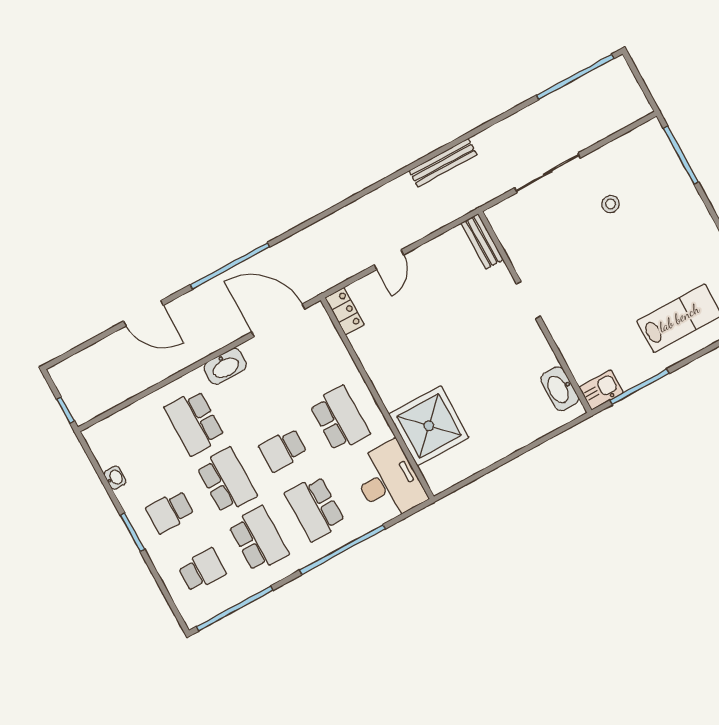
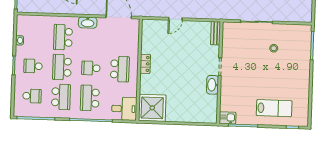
locker: (345, 311) -> (145, 64), moved
washbasin: (560, 389) -> (213, 85), moved
shower: (429, 426) -> (152, 108), moved
school desk: (227, 481) -> (62, 67), turned 180
desk: (388, 481) -> (124, 109), width x0.73

